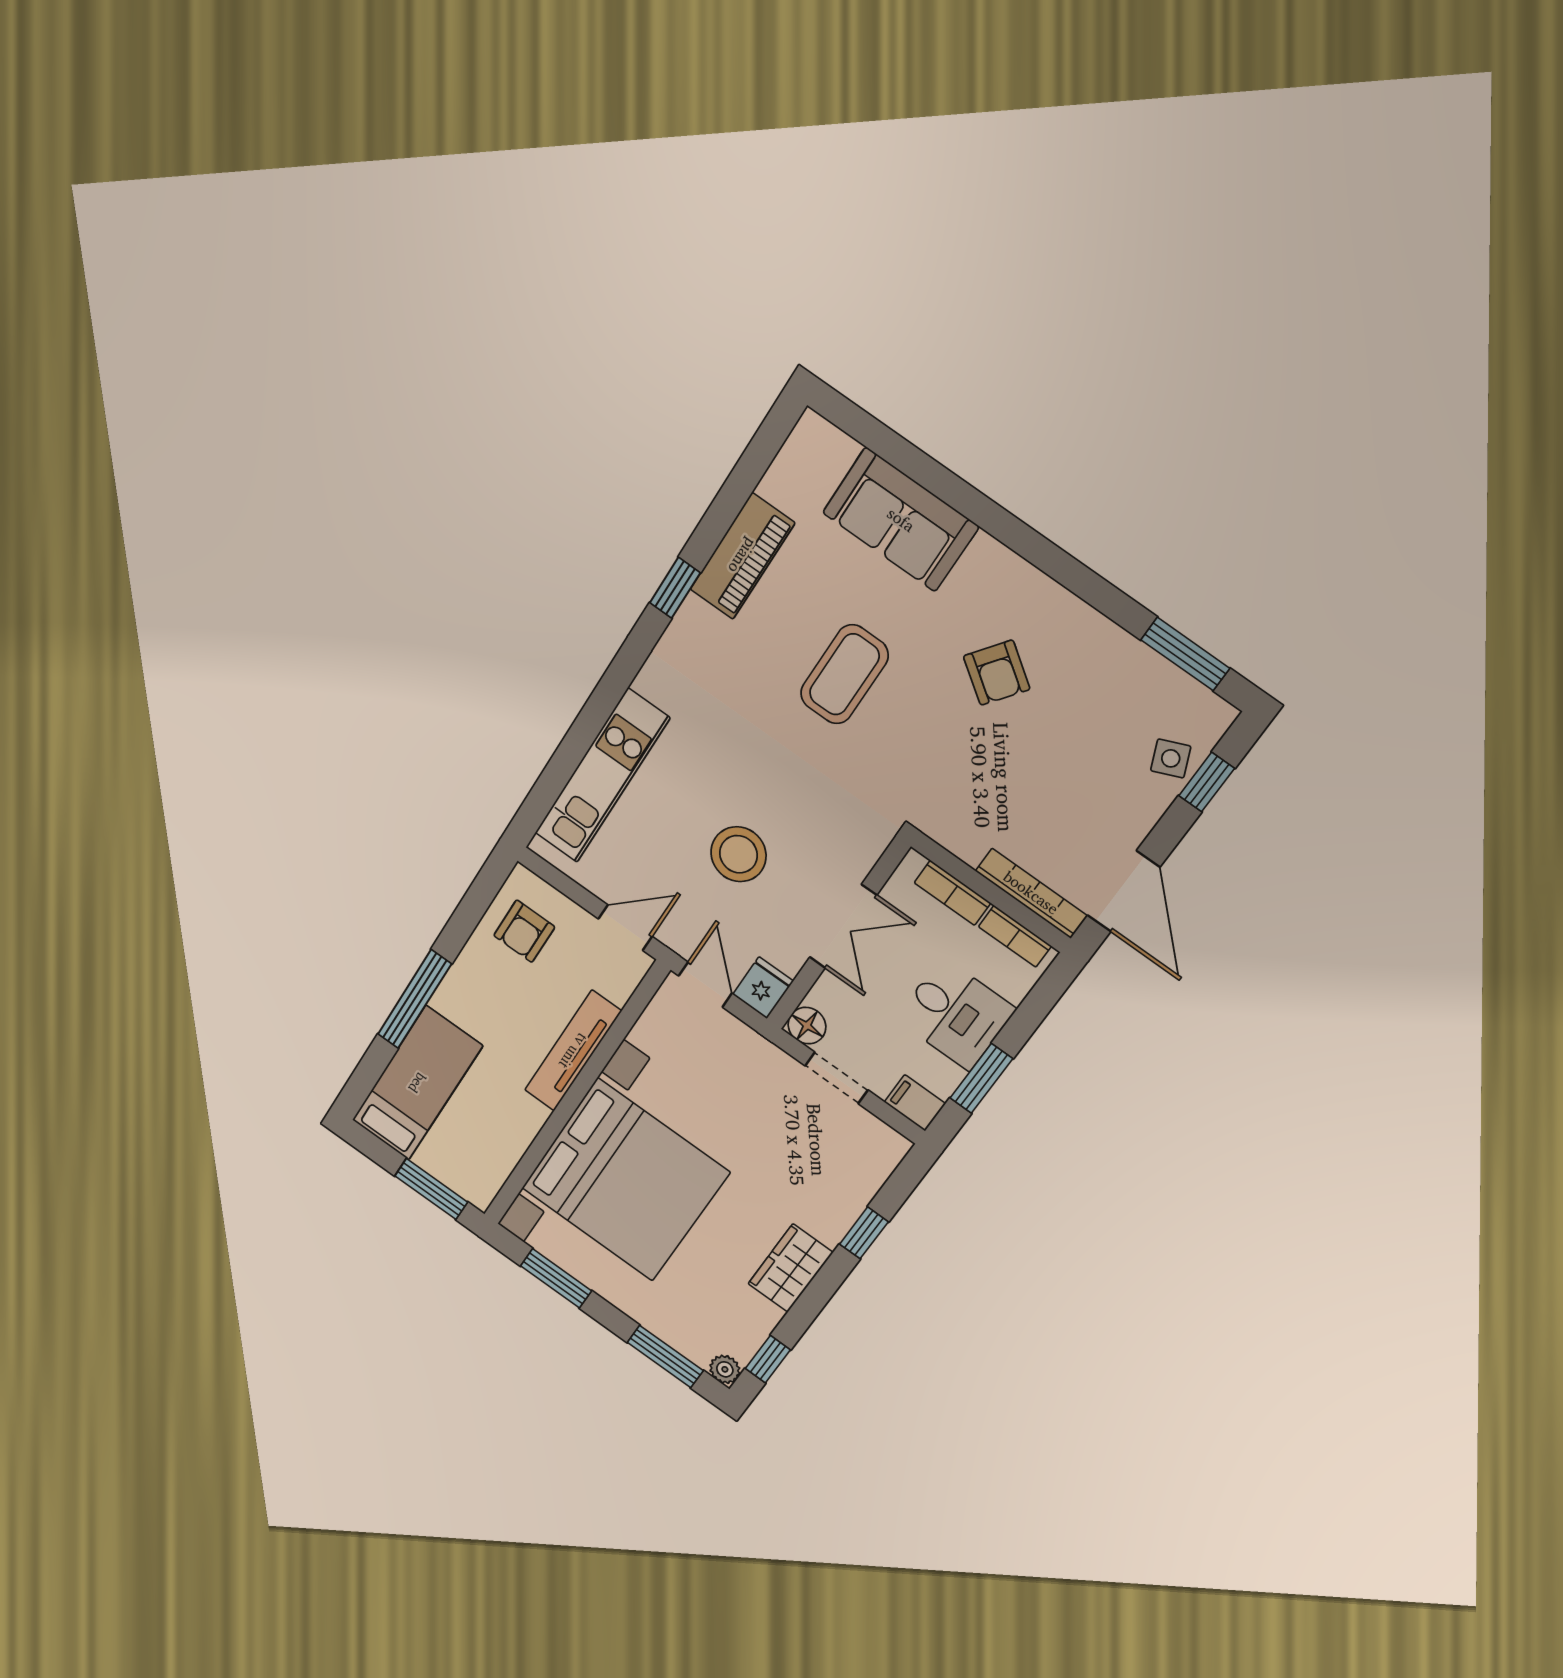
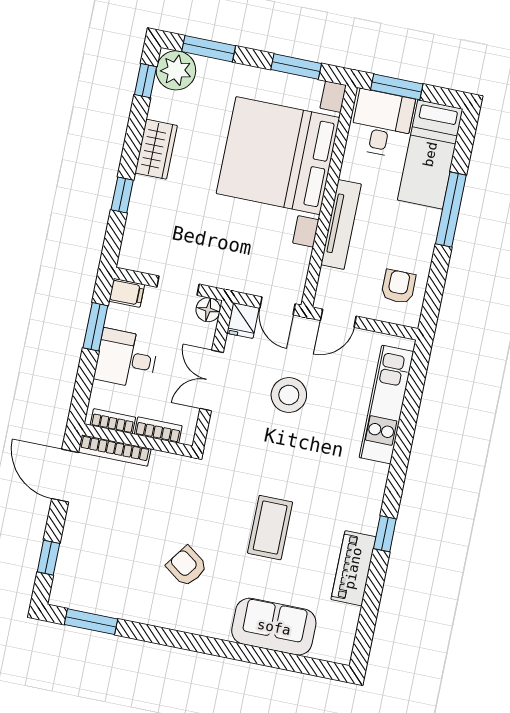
side table: (1171, 758) -> (73, 562), removed
desk: (468, 1153) -> (382, 123), added
plant: (725, 1369) -> (176, 70), width x1.87, depth x1.87

